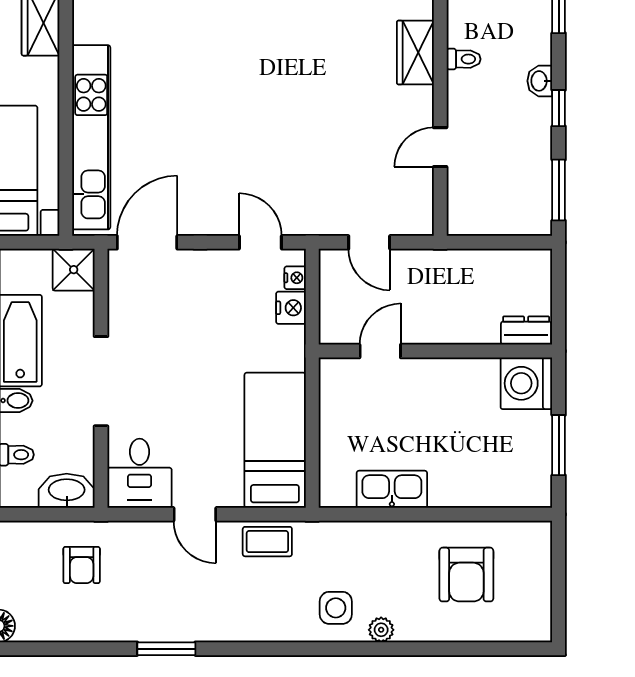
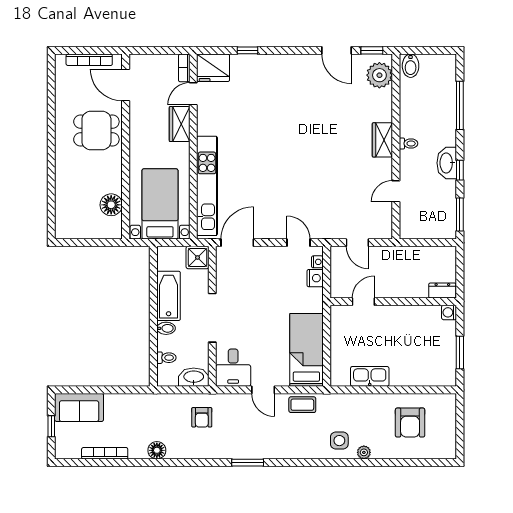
washbasin: (540, 81) -> (447, 163), width x1.91, depth x1.45
washing machine: (526, 383) -> (449, 312), width x0.53, depth x0.53

